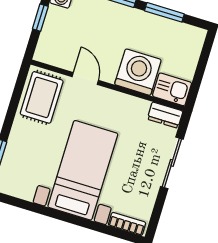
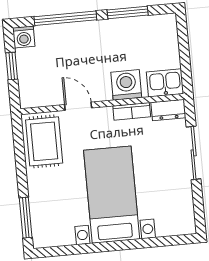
washing machine: (138, 72) -> (126, 85), width x0.73, depth x0.73
bookcase: (127, 224) -> (132, 111), moved, turned 180

